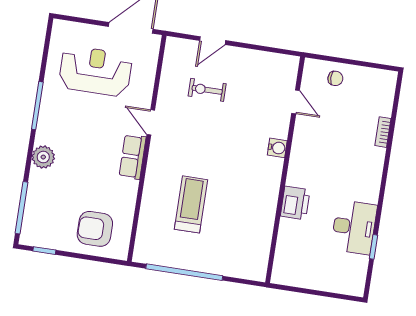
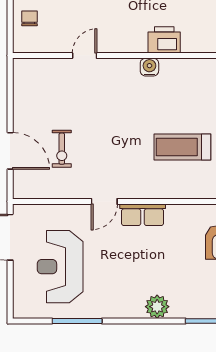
door: (213, 41) -> (10, 151), width x1.38
door: (296, 102) -> (85, 56), moved
window: (37, 106) -> (77, 321), moved
water cooler: (277, 148) -> (149, 67), moved

